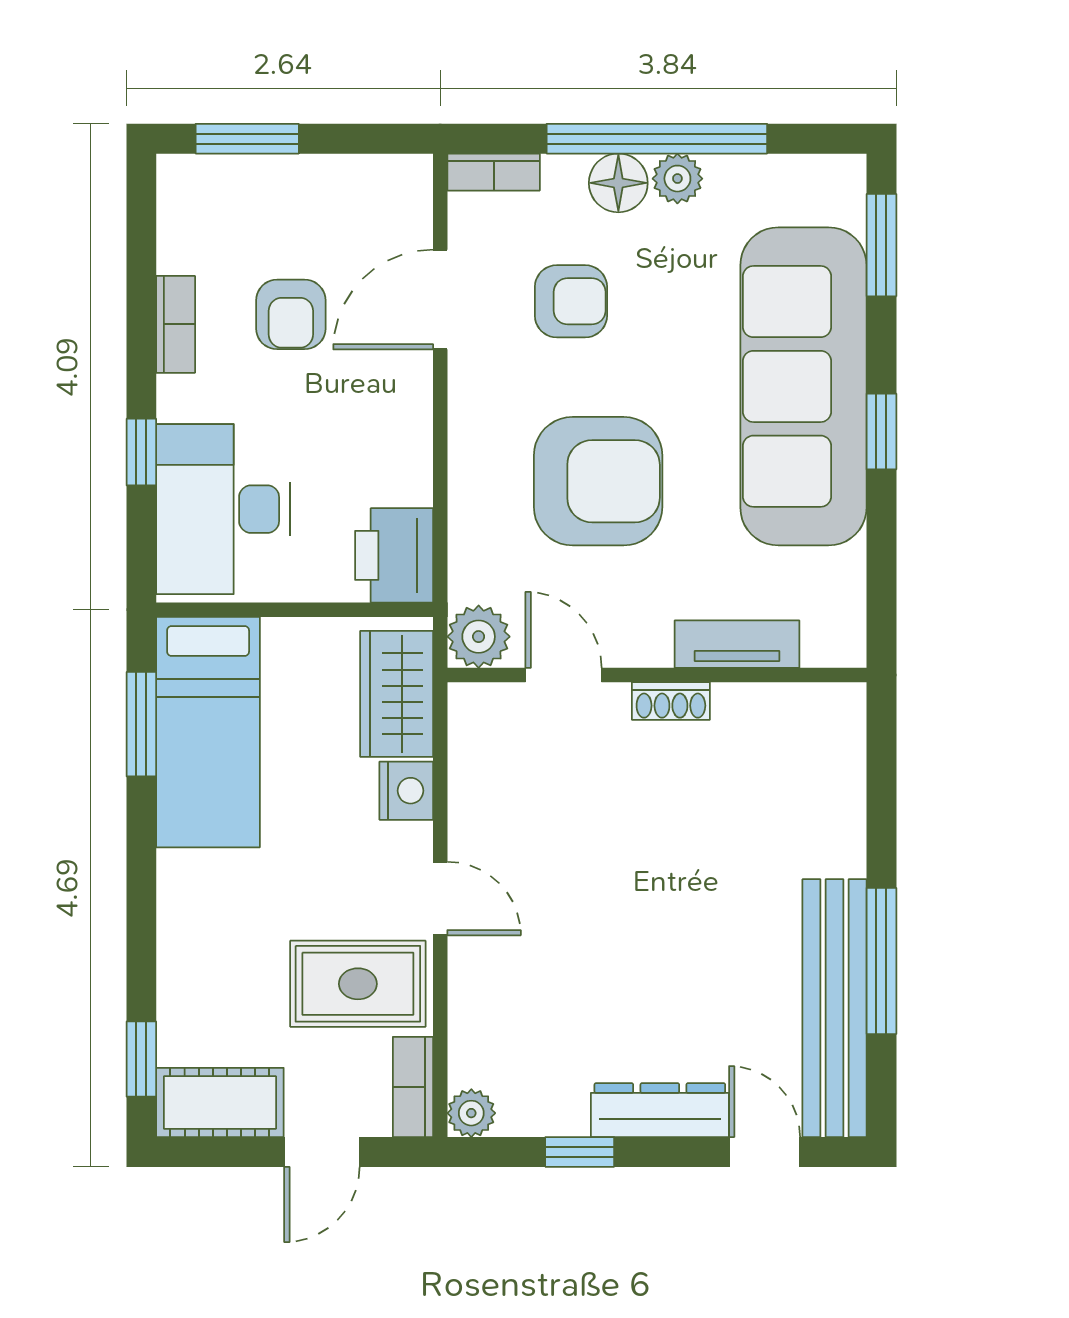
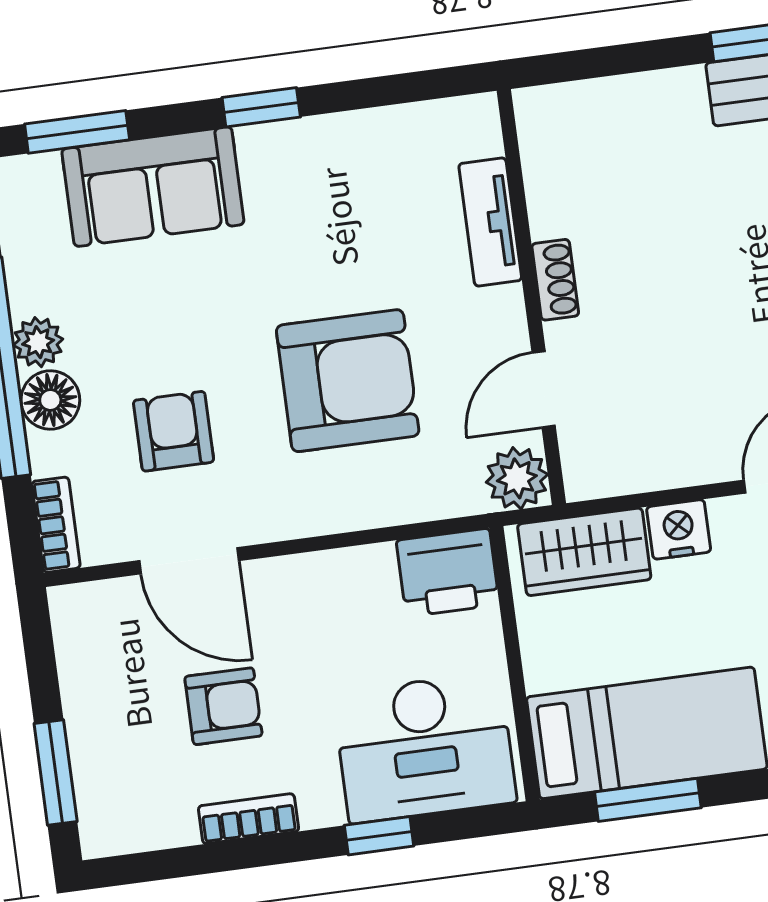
sofa: (803, 386) -> (153, 187), width x0.54, depth x0.79
armchair: (598, 481) -> (348, 381), turned 90

